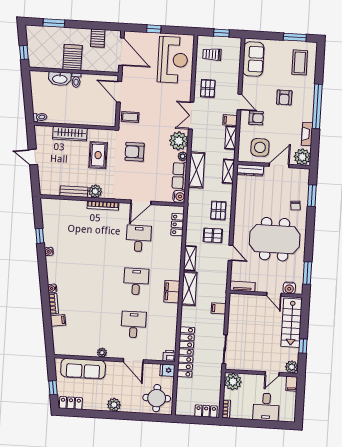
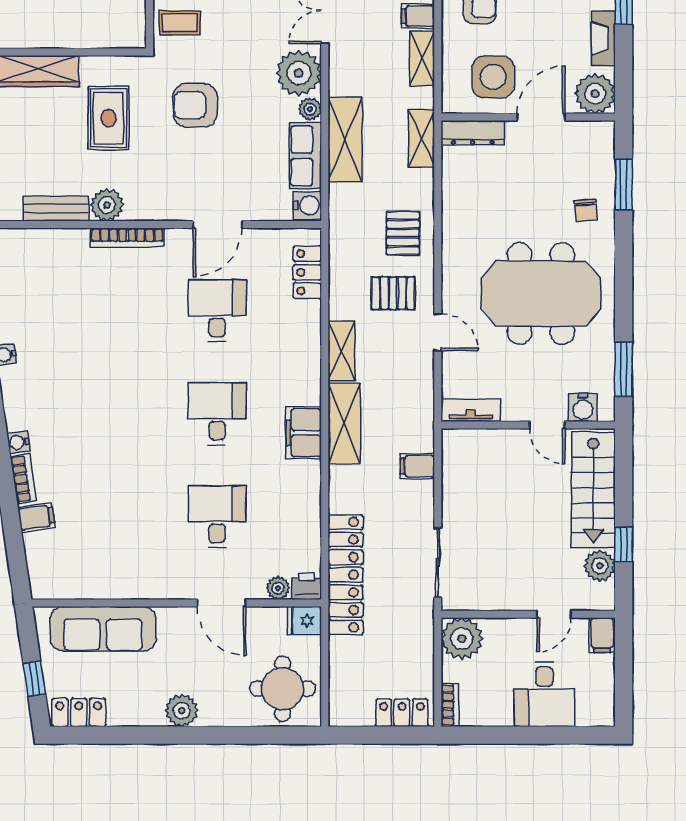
plant: (102, 353) -> (278, 588), moved
plant: (292, 367) -> (600, 566), moved

